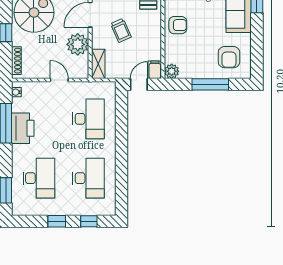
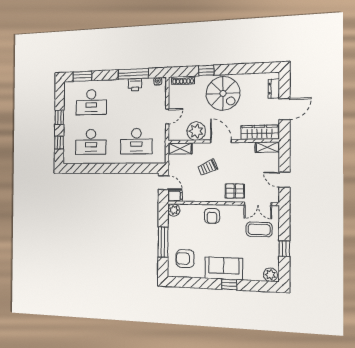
printer: (23, 128) -> (135, 85), width x0.53, depth x0.68

